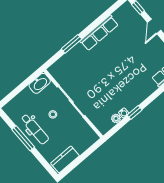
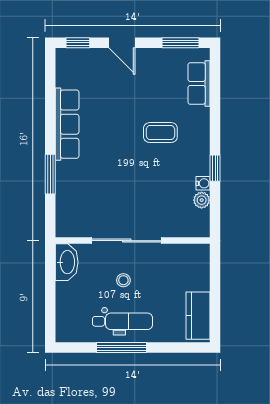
coffee table: (130, 76) -> (160, 133), added

